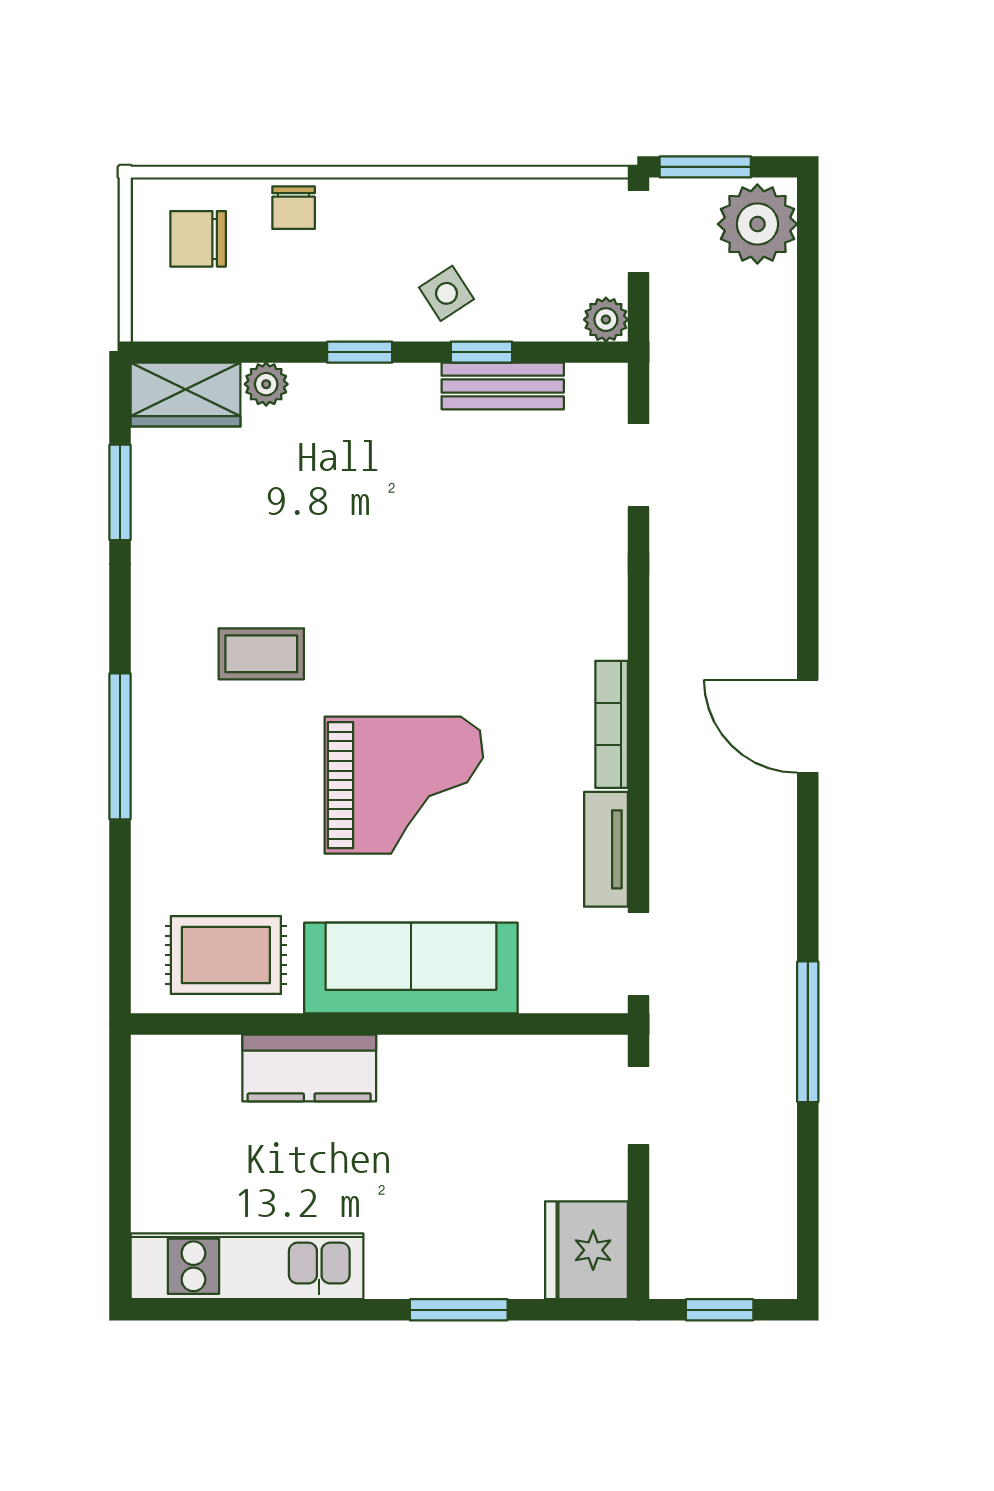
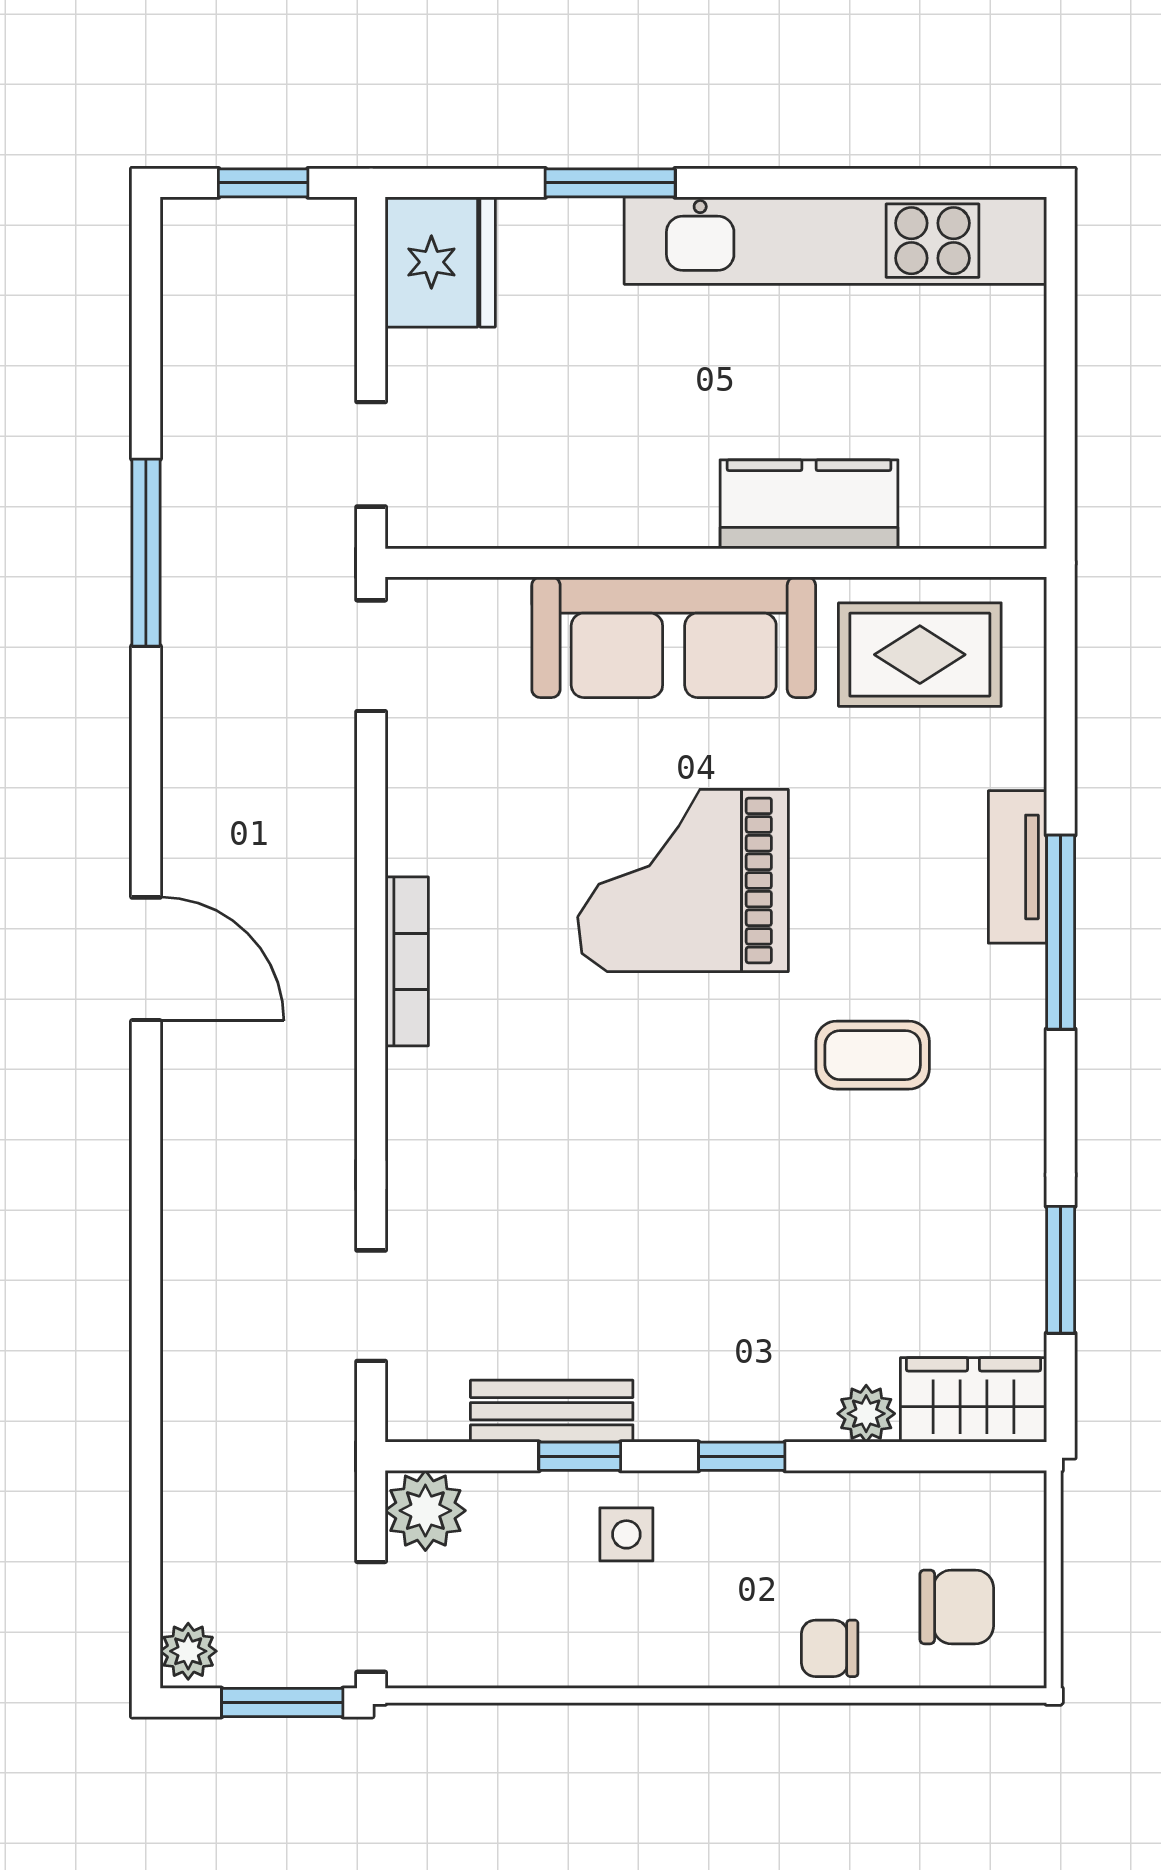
chair: (294, 208) -> (830, 1648), turned -90
plant: (757, 224) -> (188, 1651), width x0.53, depth x0.53
side table: (447, 293) -> (626, 1534), turned 33
plant: (606, 320) -> (425, 1511), width x1.38, depth x1.38
tv unit: (606, 849) -> (1017, 867), moved, turned 180
kitchen unit: (247, 1266) -> (835, 241), width x1.36

